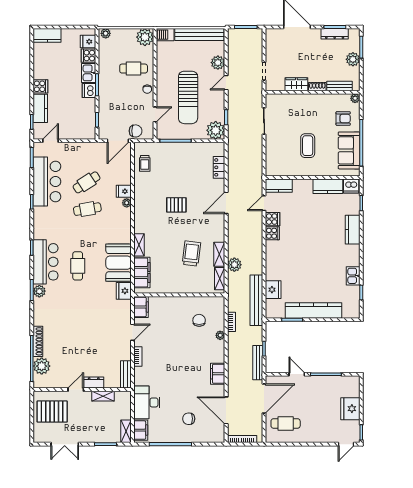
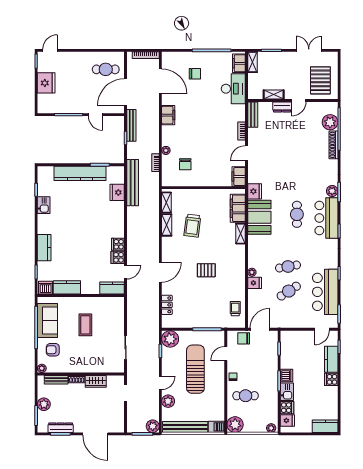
plant: (234, 265) -> (153, 426), moved
pallet: (52, 412) -> (320, 80), turned 90

